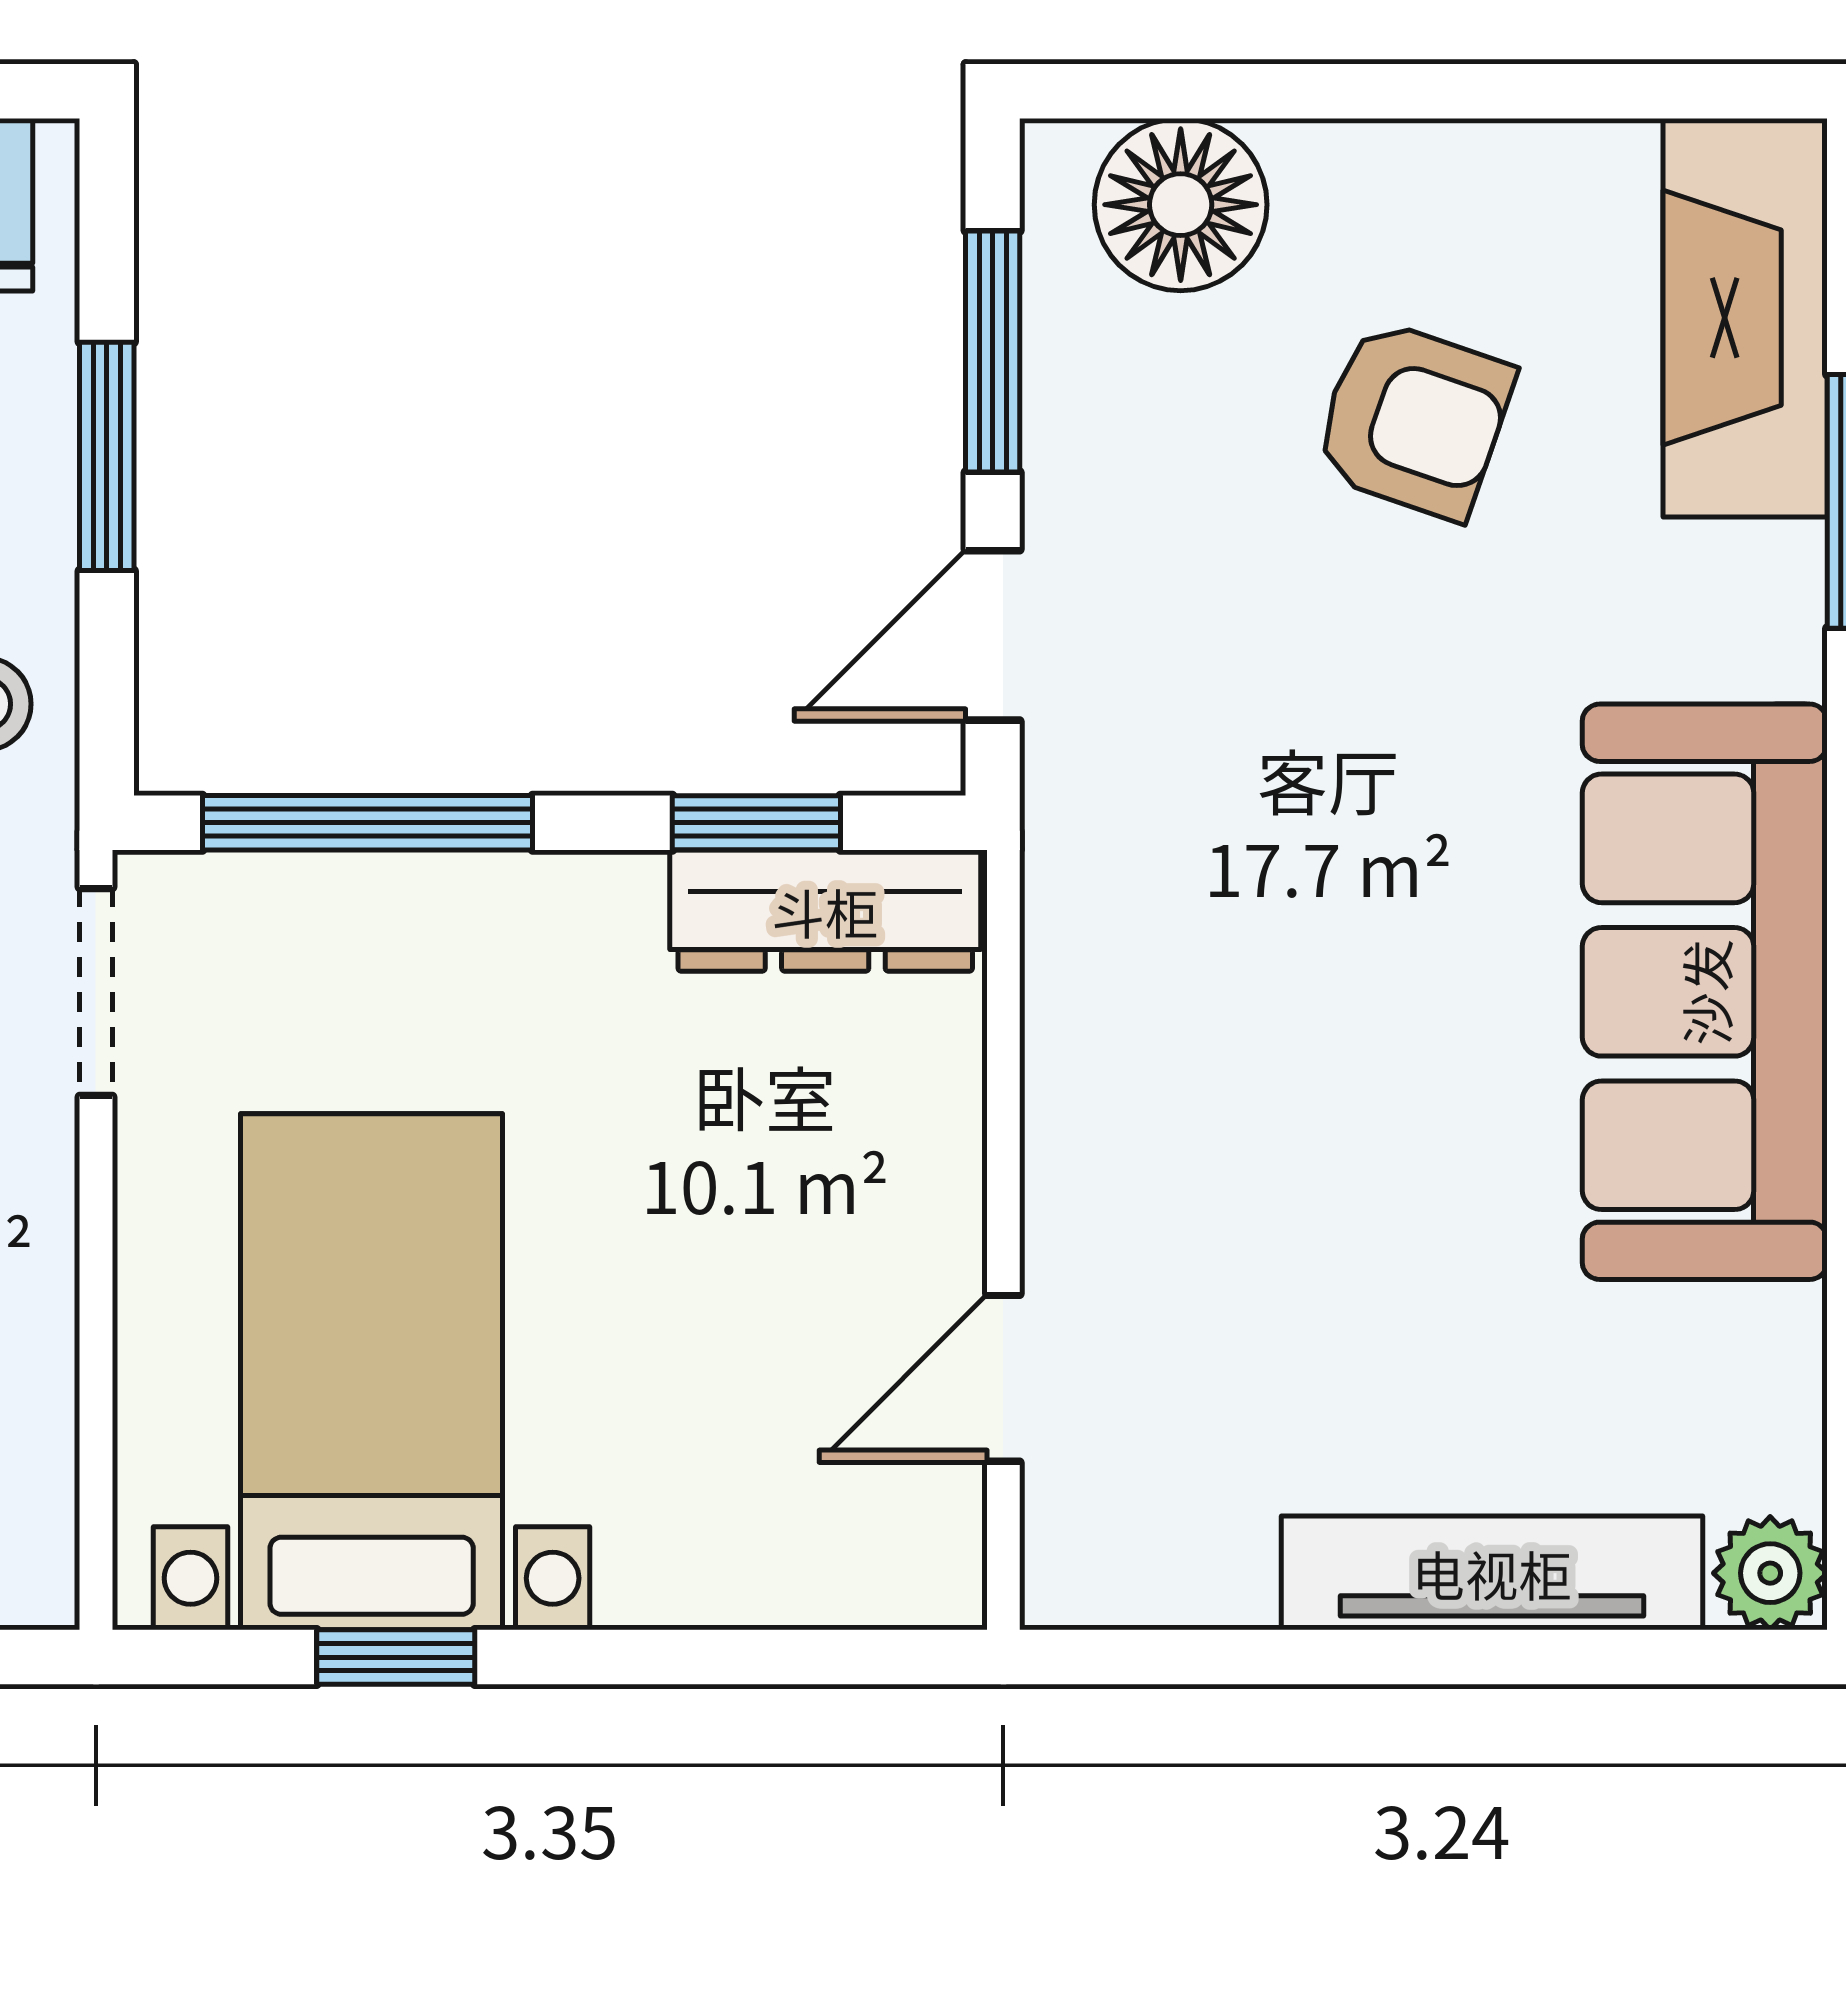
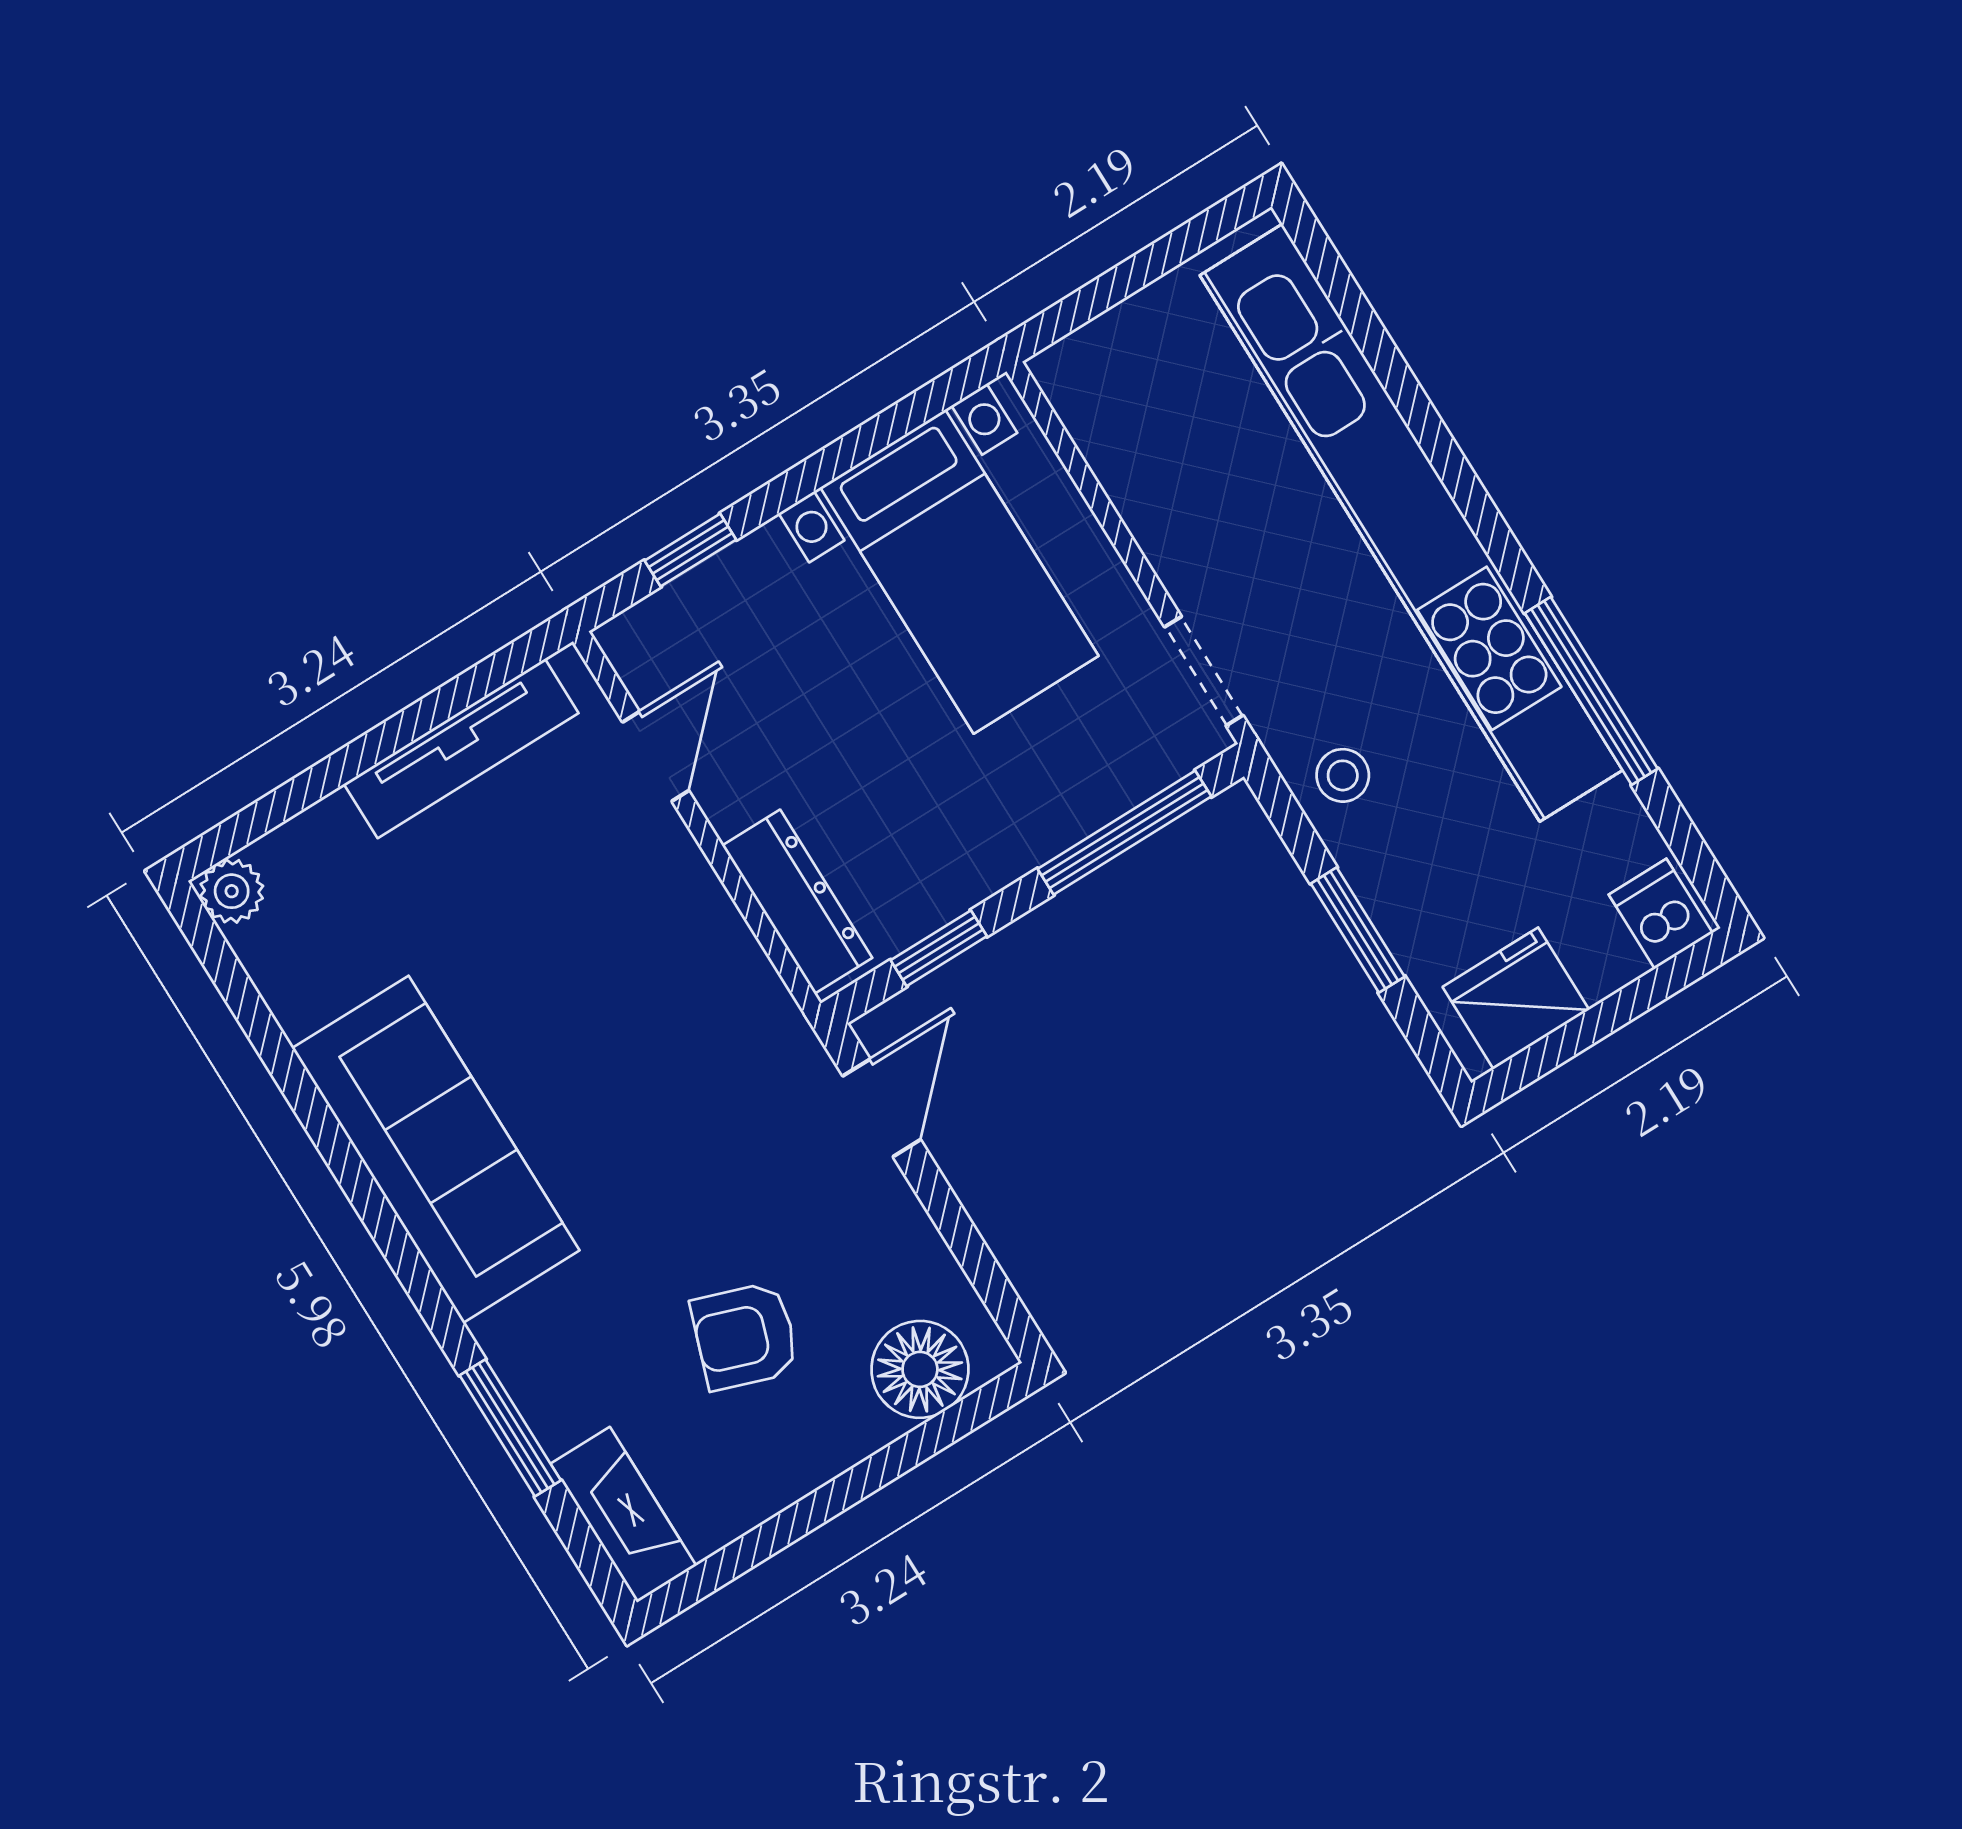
fireplace: (1745, 318) -> (623, 1515), width x0.73, depth x0.76
window: (993, 352) -> (966, 1243), removed
dresser: (825, 911) -> (797, 902), moved, turned 90
tv unit: (1492, 1573) -> (461, 748), moved
window: (396, 1657) -> (690, 550), moved

